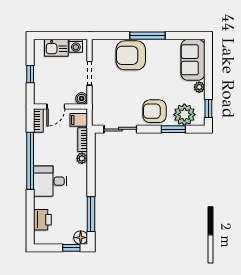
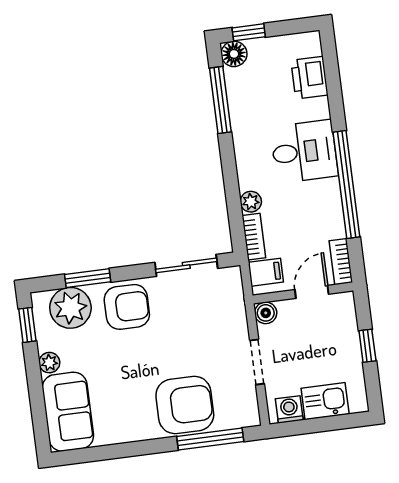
window: (148, 36) -> (210, 439), moved

